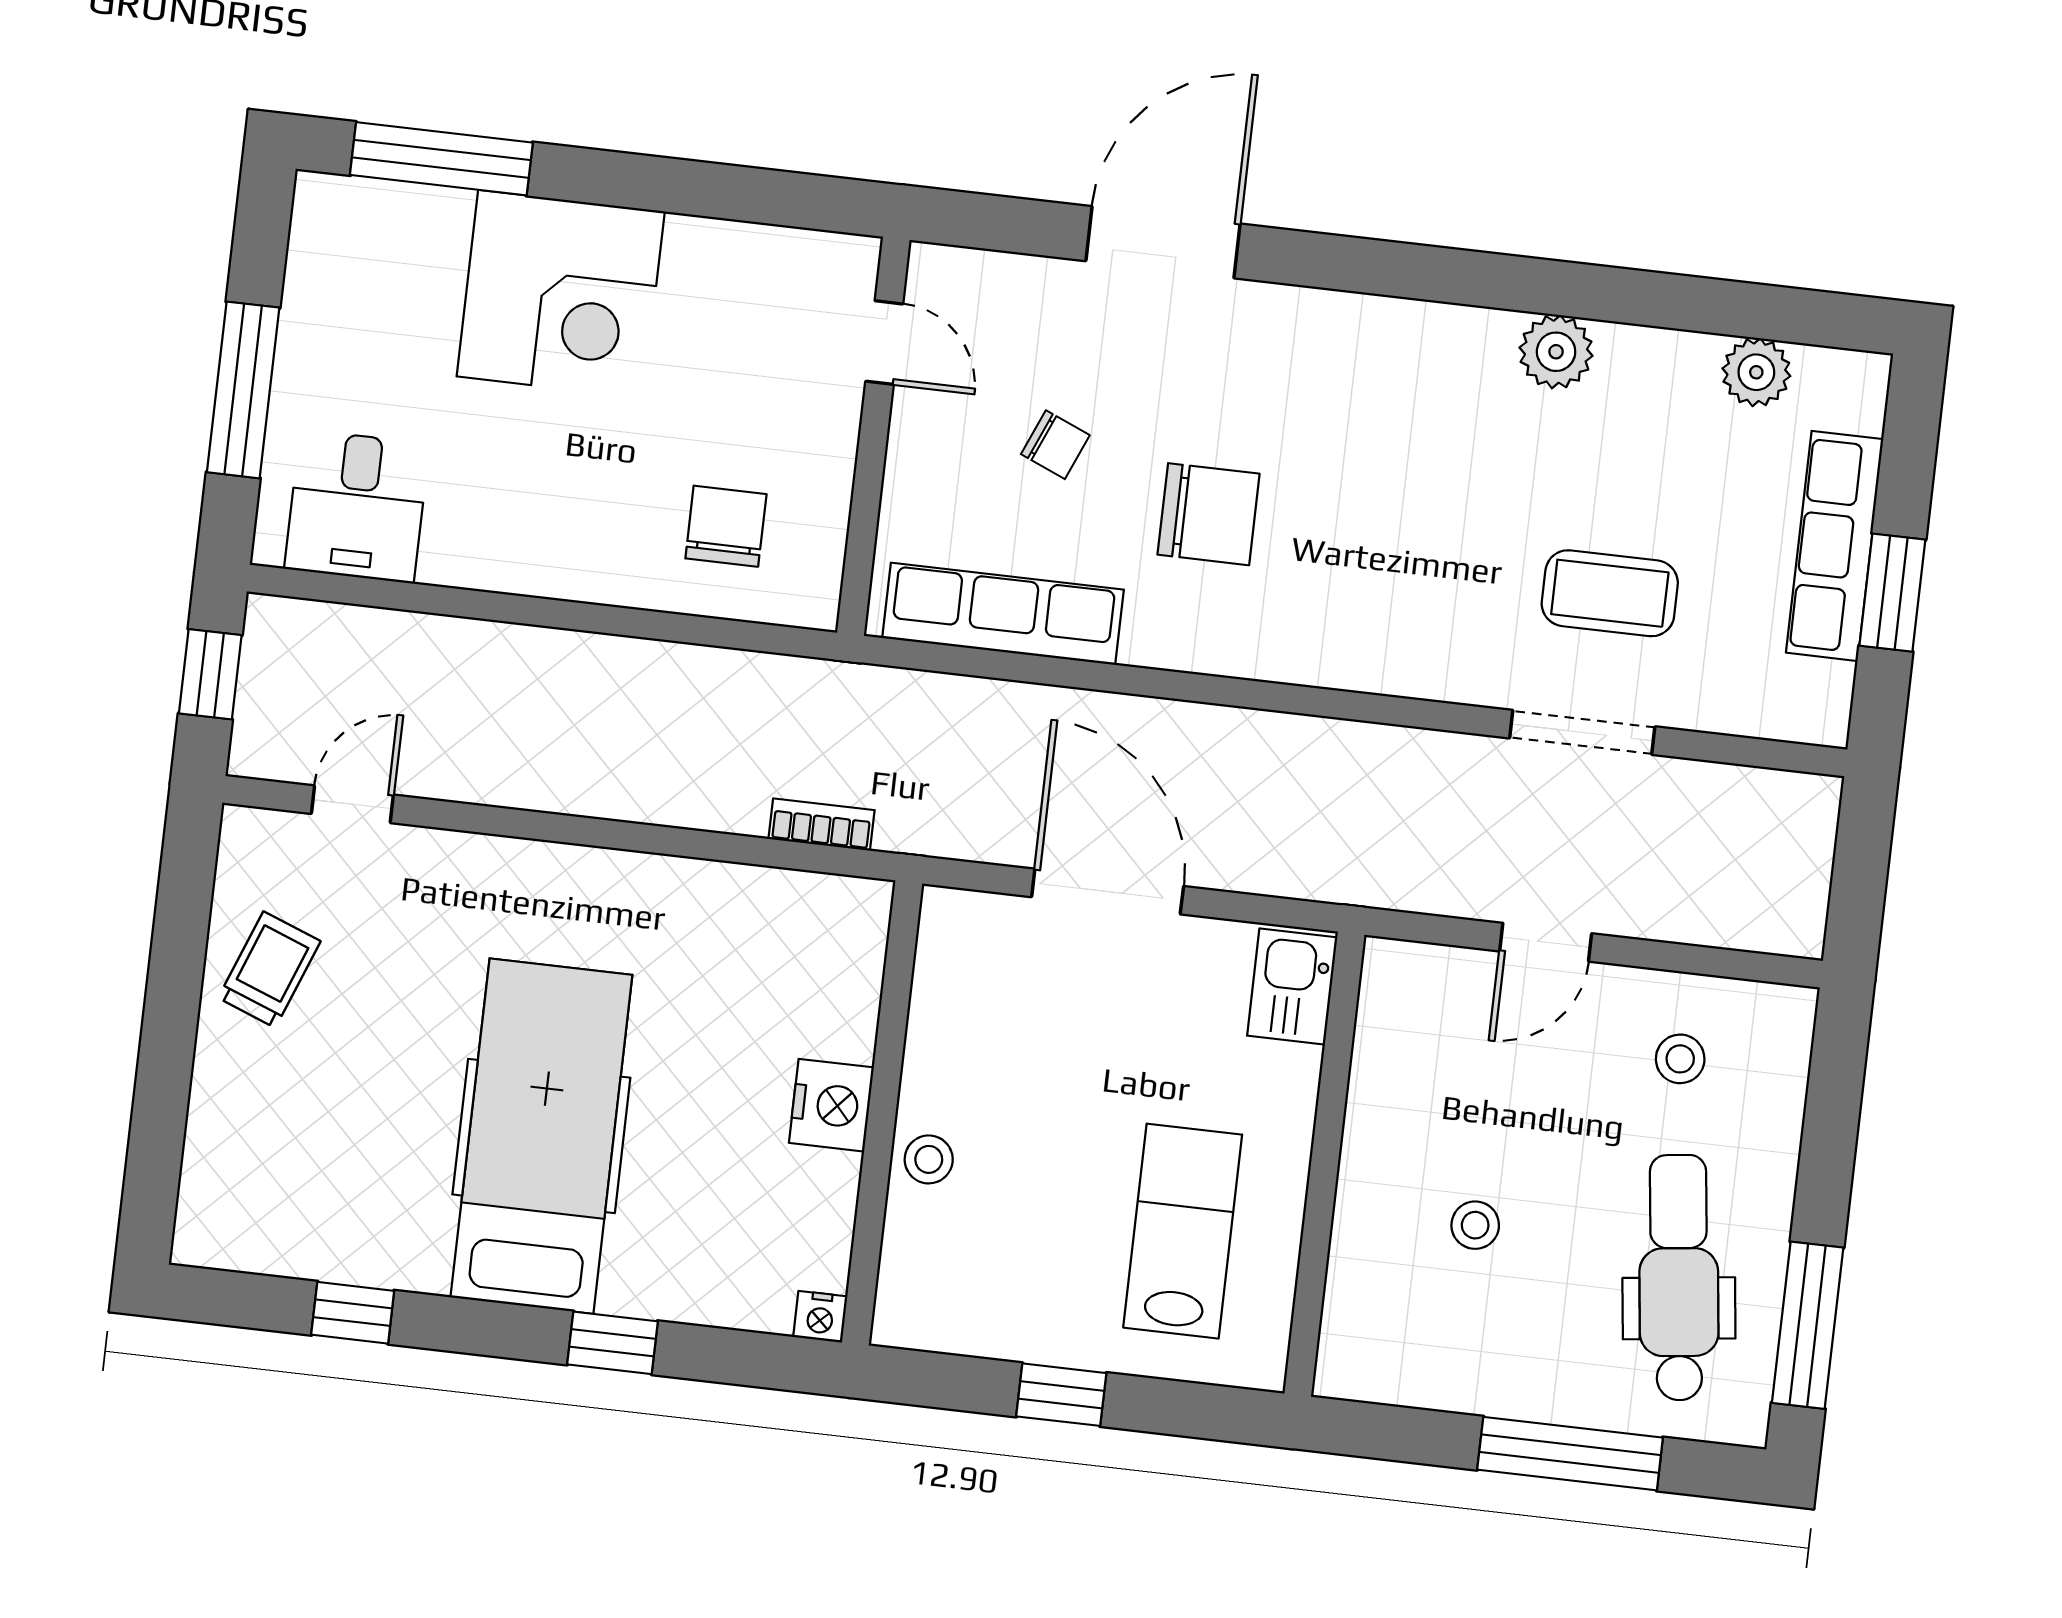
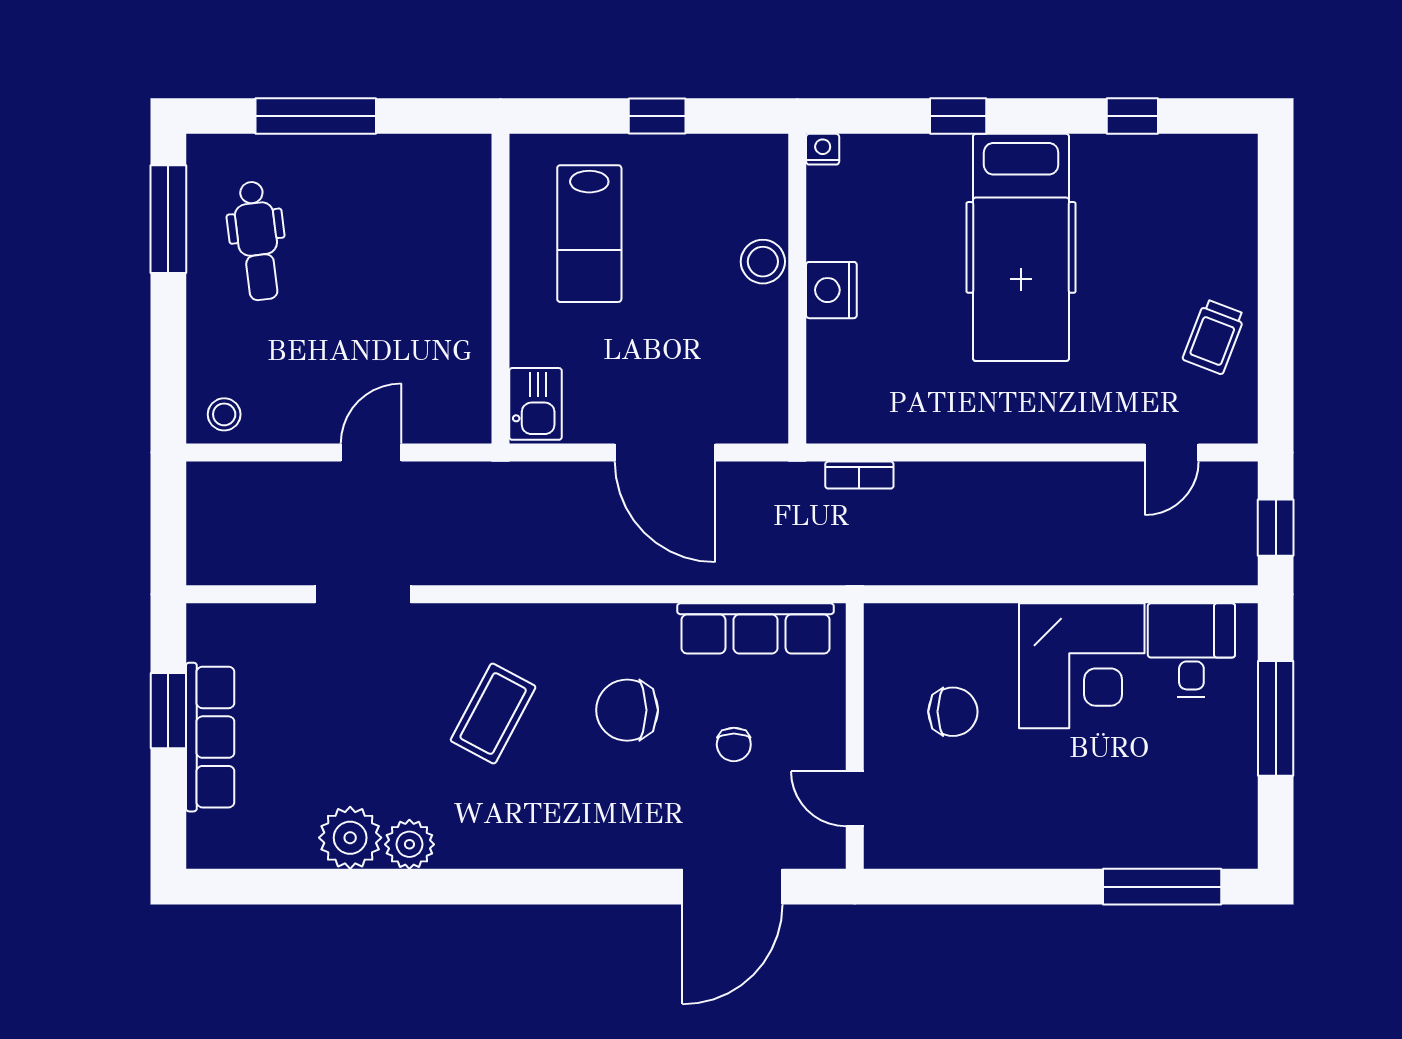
door: (1163, 242) -> (732, 887), moved
corner desk: (561, 294) -> (1082, 666), moved, turned 180
plant: (1756, 372) -> (350, 838), moved, width x1.36, depth x1.36
chair: (1055, 445) -> (734, 744), turned -113
chair: (726, 526) -> (953, 712), moved, turned -90
coffee table: (1610, 593) -> (493, 713), moved, turned -62
stool: (1680, 1059) -> (224, 414), moved
stool: (929, 1159) -> (763, 262), width x1.37, depth x1.37
stool: (1475, 1225) -> (396, 260), removed
dental chair: (1679, 1278) -> (257, 241), width x0.73, depth x0.72

